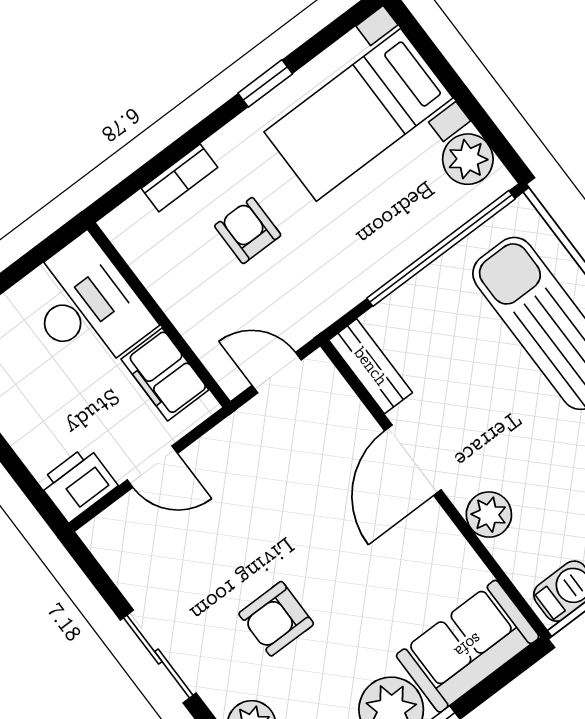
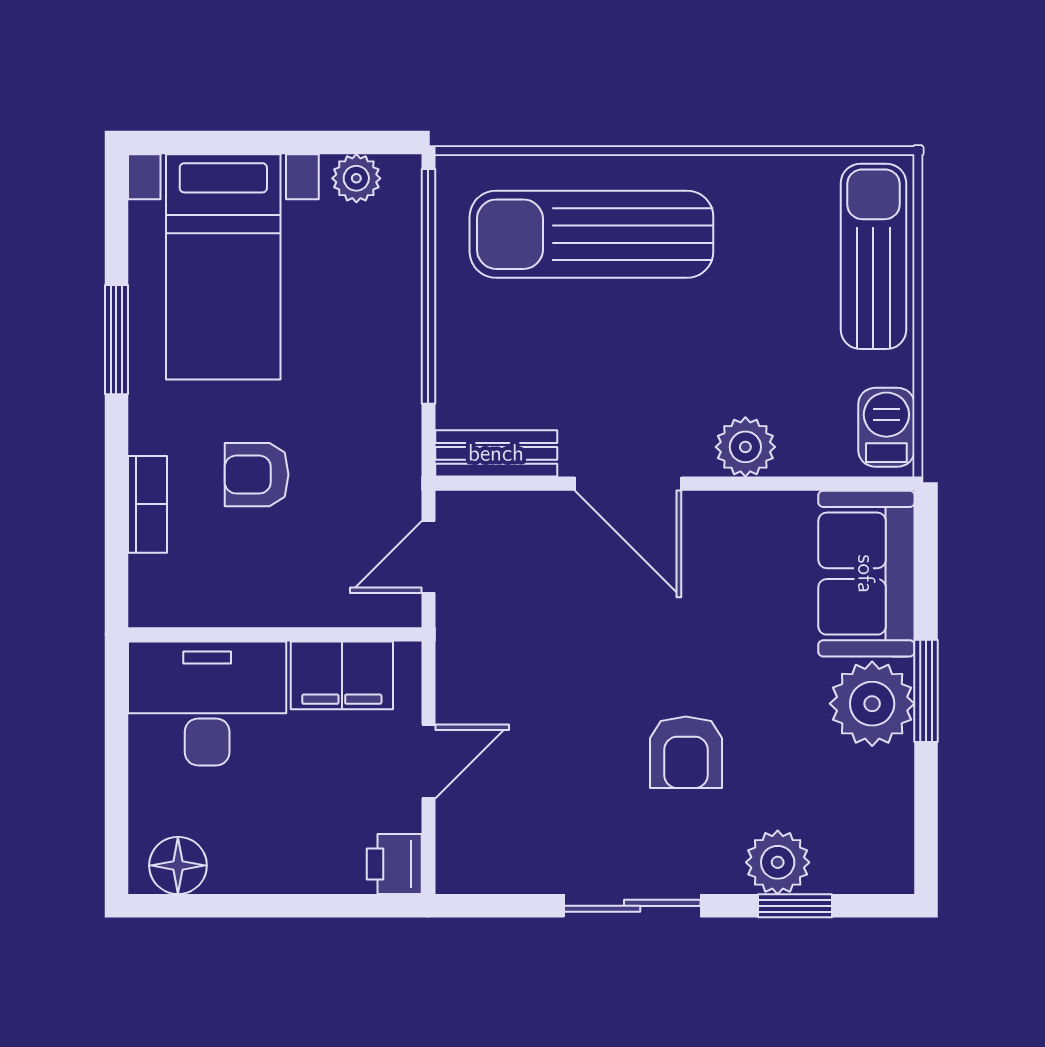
window: (265, 83) -> (116, 340), width x1.50
plant: (468, 159) -> (356, 178), width x0.73, depth x0.73
printer: (78, 484) -> (394, 864), width x0.73, depth x0.81

